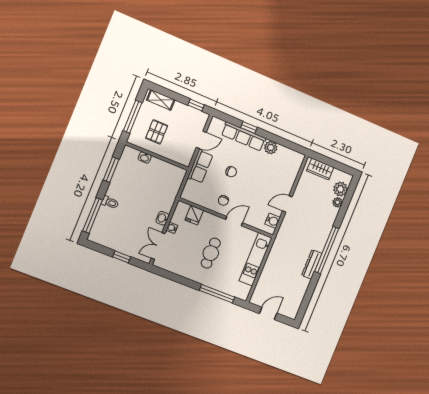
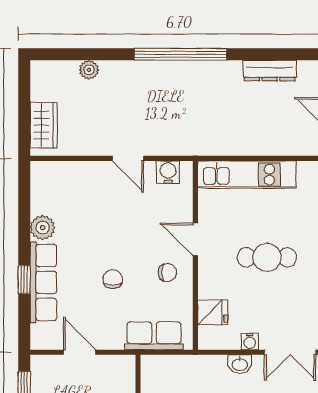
row of seats: (200, 166) -> (154, 336), moved
plant: (340, 189) -> (64, 74), removed
dresser: (312, 264) -> (270, 71), moved

